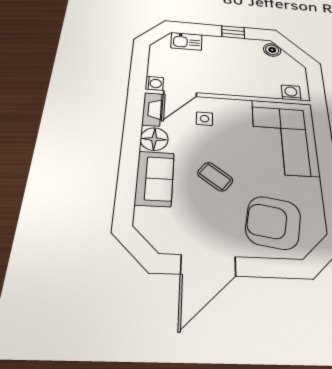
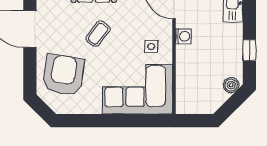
washing machine: (291, 93) -> (183, 36), moved
side table: (205, 119) -> (151, 46), moved

